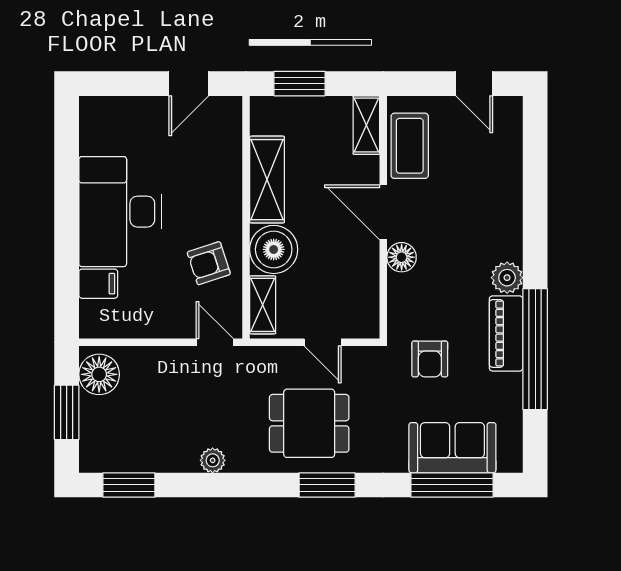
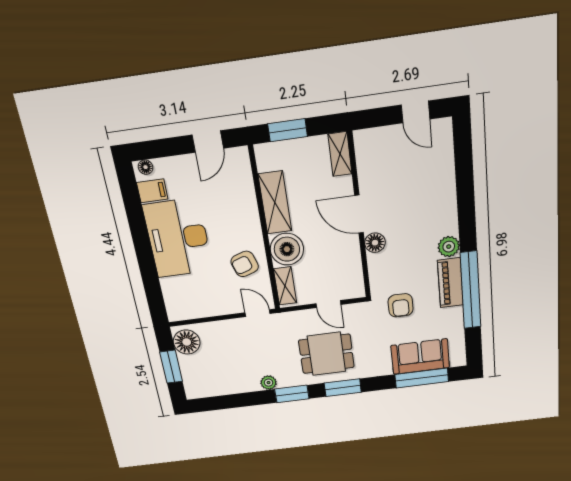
floor lamp: (96, 106) -> (145, 167), added
coffee table: (410, 146) -> (373, 165), removed
filing cabinet: (98, 284) -> (152, 191), moved
window: (129, 485) -> (292, 394), moved

